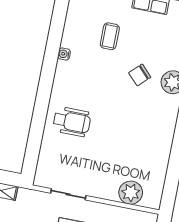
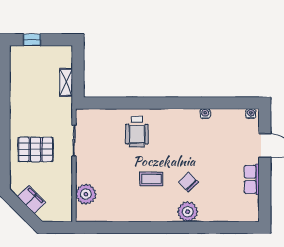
coffee table: (110, 36) -> (151, 179), moved
water cooler: (64, 54) -> (205, 114), moved

